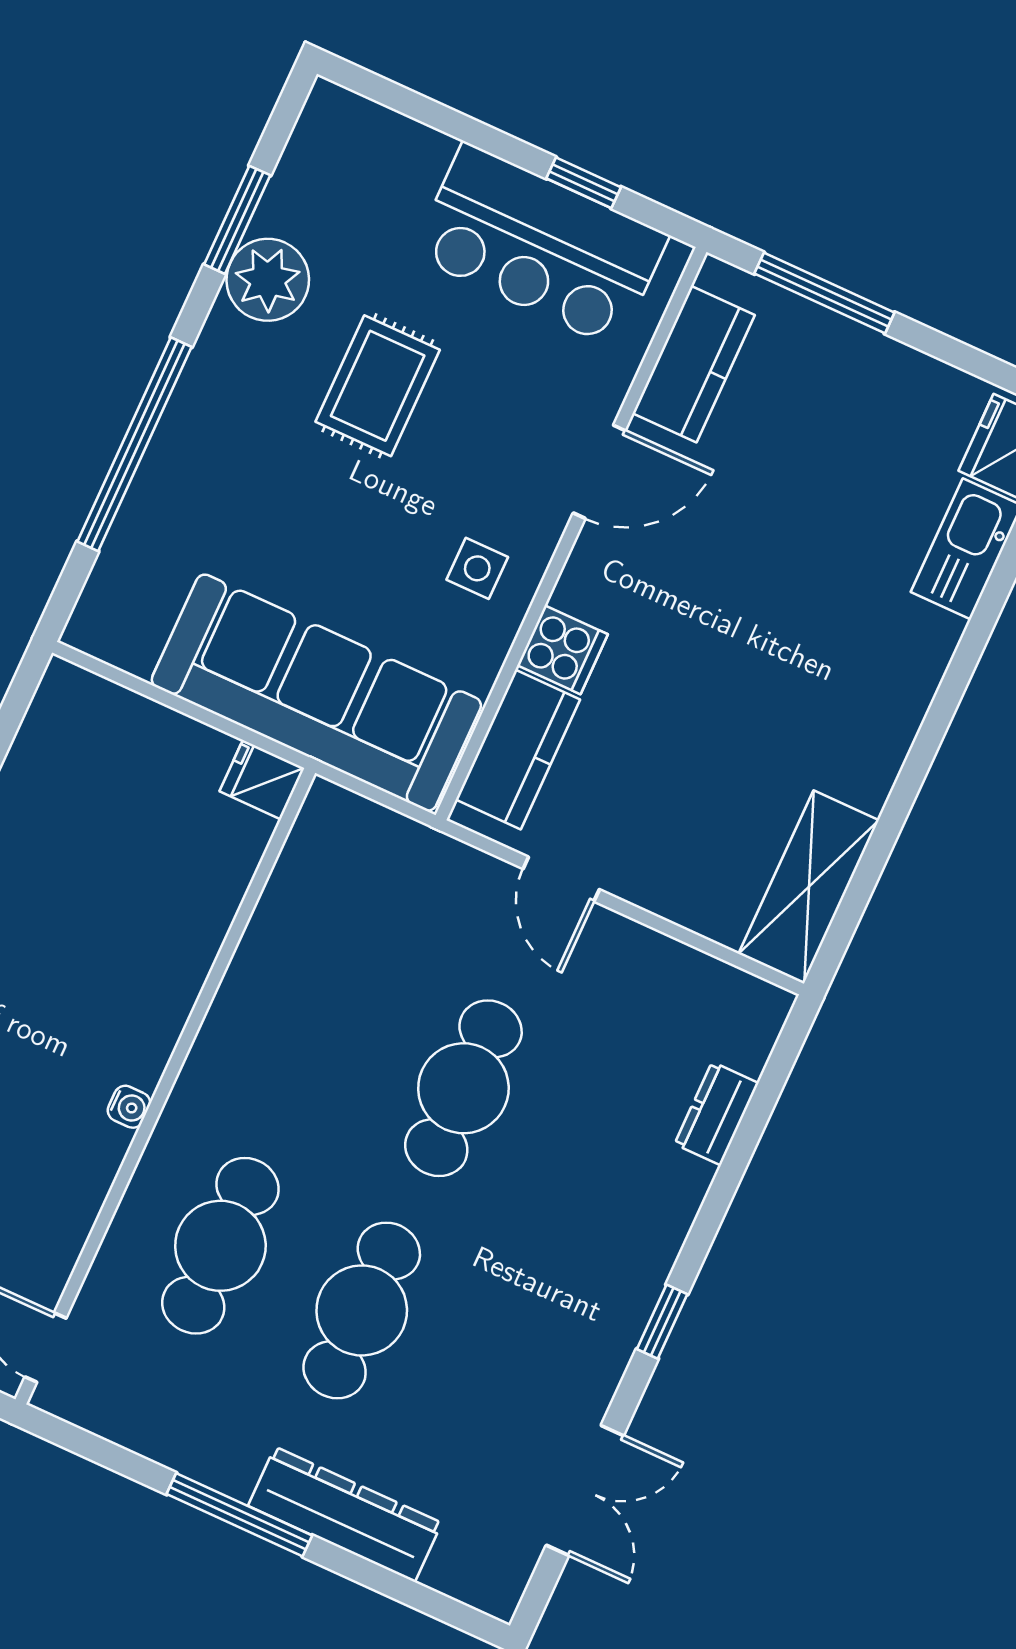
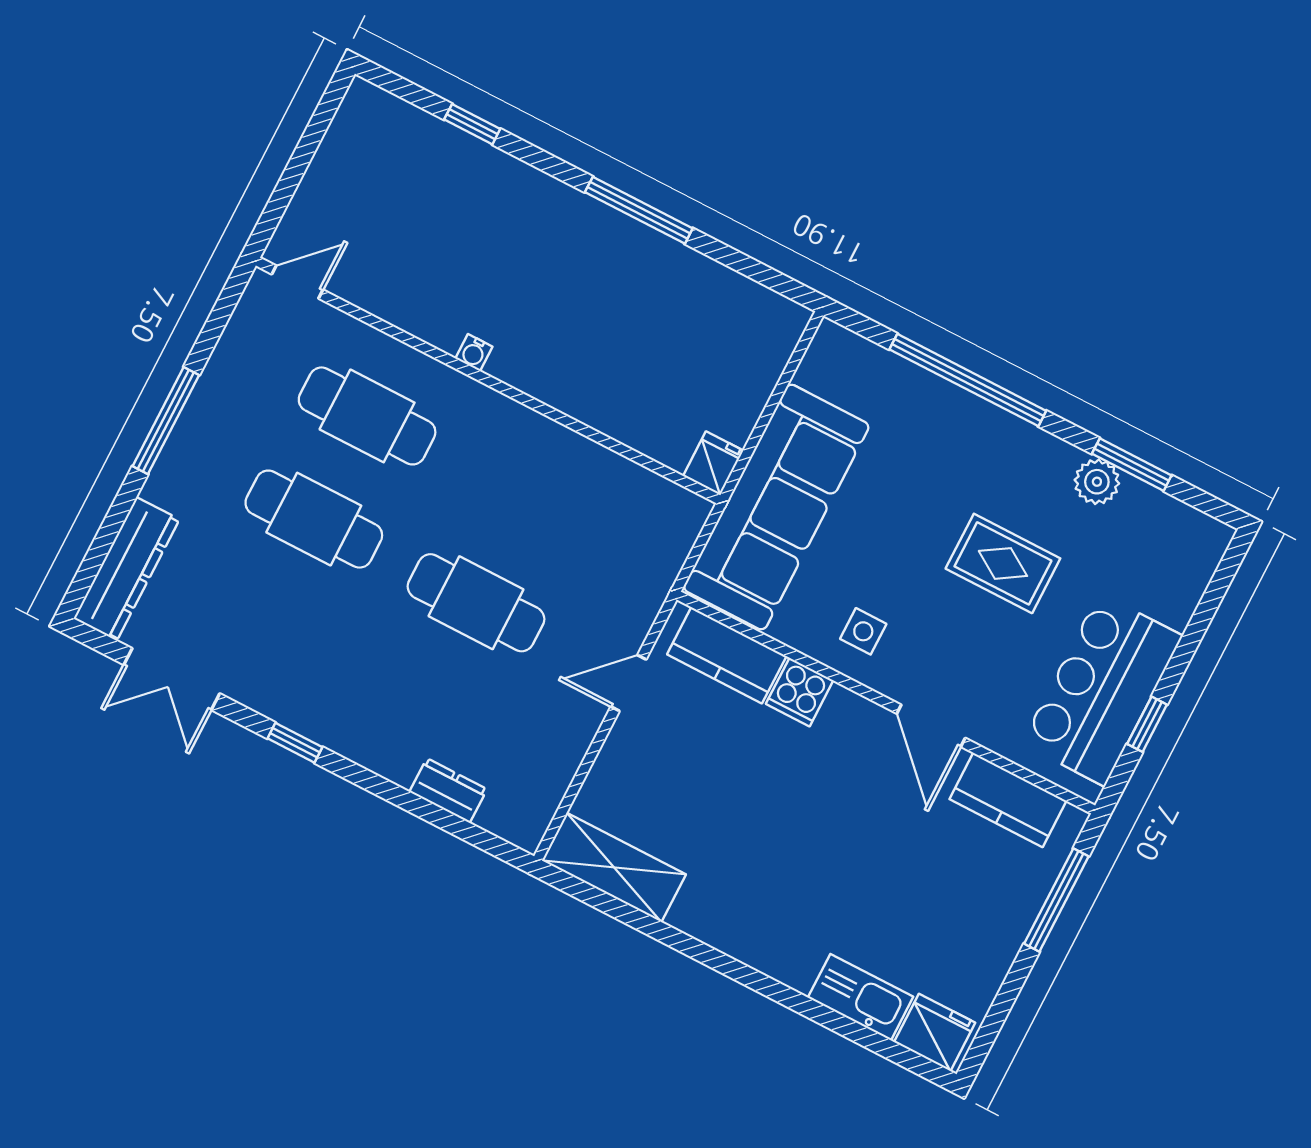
plant: (268, 280) -> (1097, 482), width x0.73, depth x0.73
dresser: (345, 1514) -> (126, 569), moved

